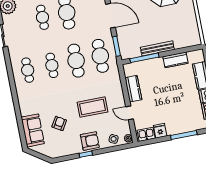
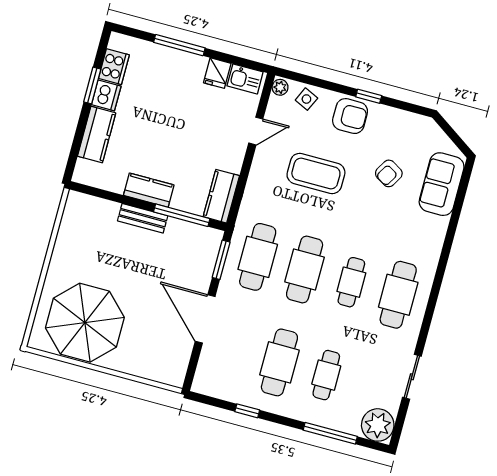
bench: (157, 48) -> (143, 218), width x0.73
kitchen counter: (175, 60) -> (149, 190), moved
cafe table: (28, 70) -> (398, 295), width x1.37, depth x1.35
kitchen counter: (133, 89) -> (221, 196), moved
door: (130, 113) -> (256, 131), hinge flipped
armchair: (90, 141) -> (350, 116), turned 180

